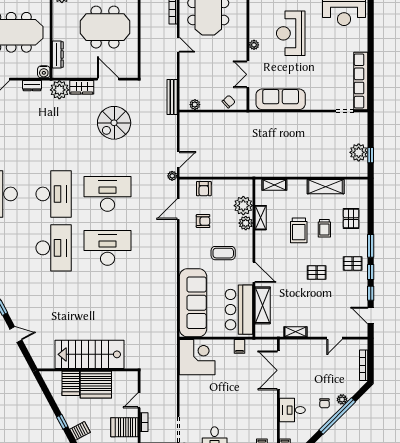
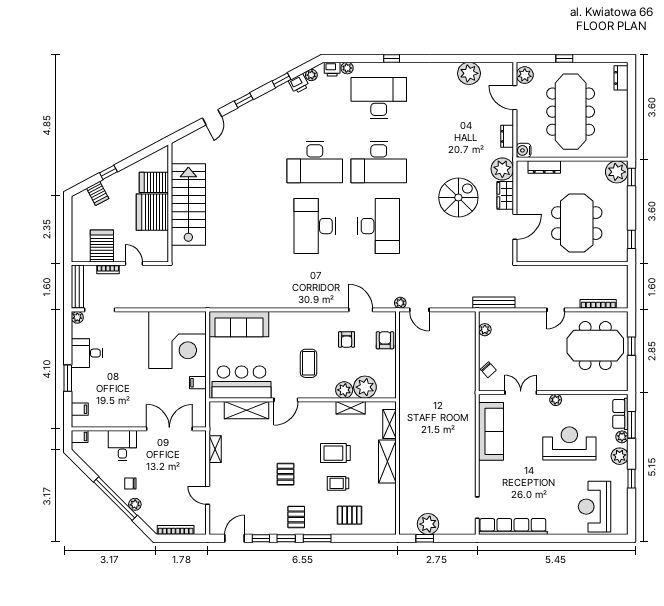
spiral stairs: (114, 123) -> (458, 197), moved, turned 90
shelving: (326, 187) -> (387, 461), moved
armchair: (204, 189) -> (385, 340), turned 90
desk: (108, 248) -> (315, 226), turned 180
sofa: (193, 303) -> (239, 324), width x0.74, depth x0.79
corner desk: (197, 357) -> (178, 340), width x1.36, depth x1.36

